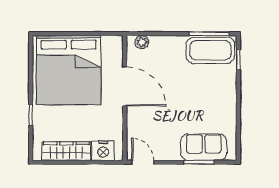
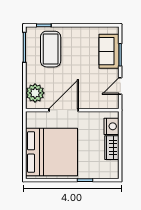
plant: (142, 42) -> (35, 93), width x1.88, depth x1.88
coffee table: (210, 50) -> (51, 49), moved
wardrobe: (66, 151) -> (112, 148), width x0.67
door: (143, 162) -> (120, 86), moved

